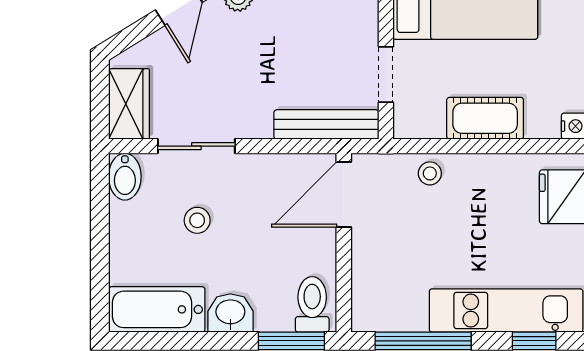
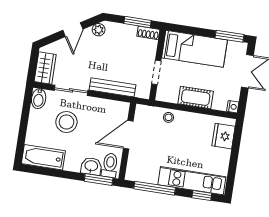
bench: (326, 124) -> (113, 87), moved
door: (344, 195) -> (128, 135), moved
stool: (197, 220) -> (66, 122), width x1.89, depth x1.89
washbasin: (230, 313) -> (91, 166), moved

